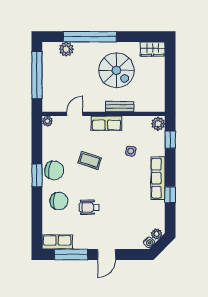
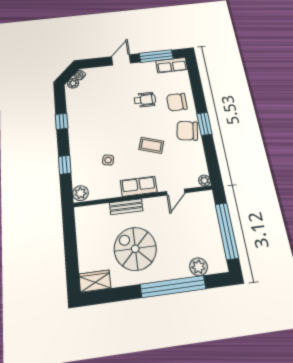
window: (170, 140) -> (65, 165), moved
row of seats: (158, 178) -> (76, 136), removed

